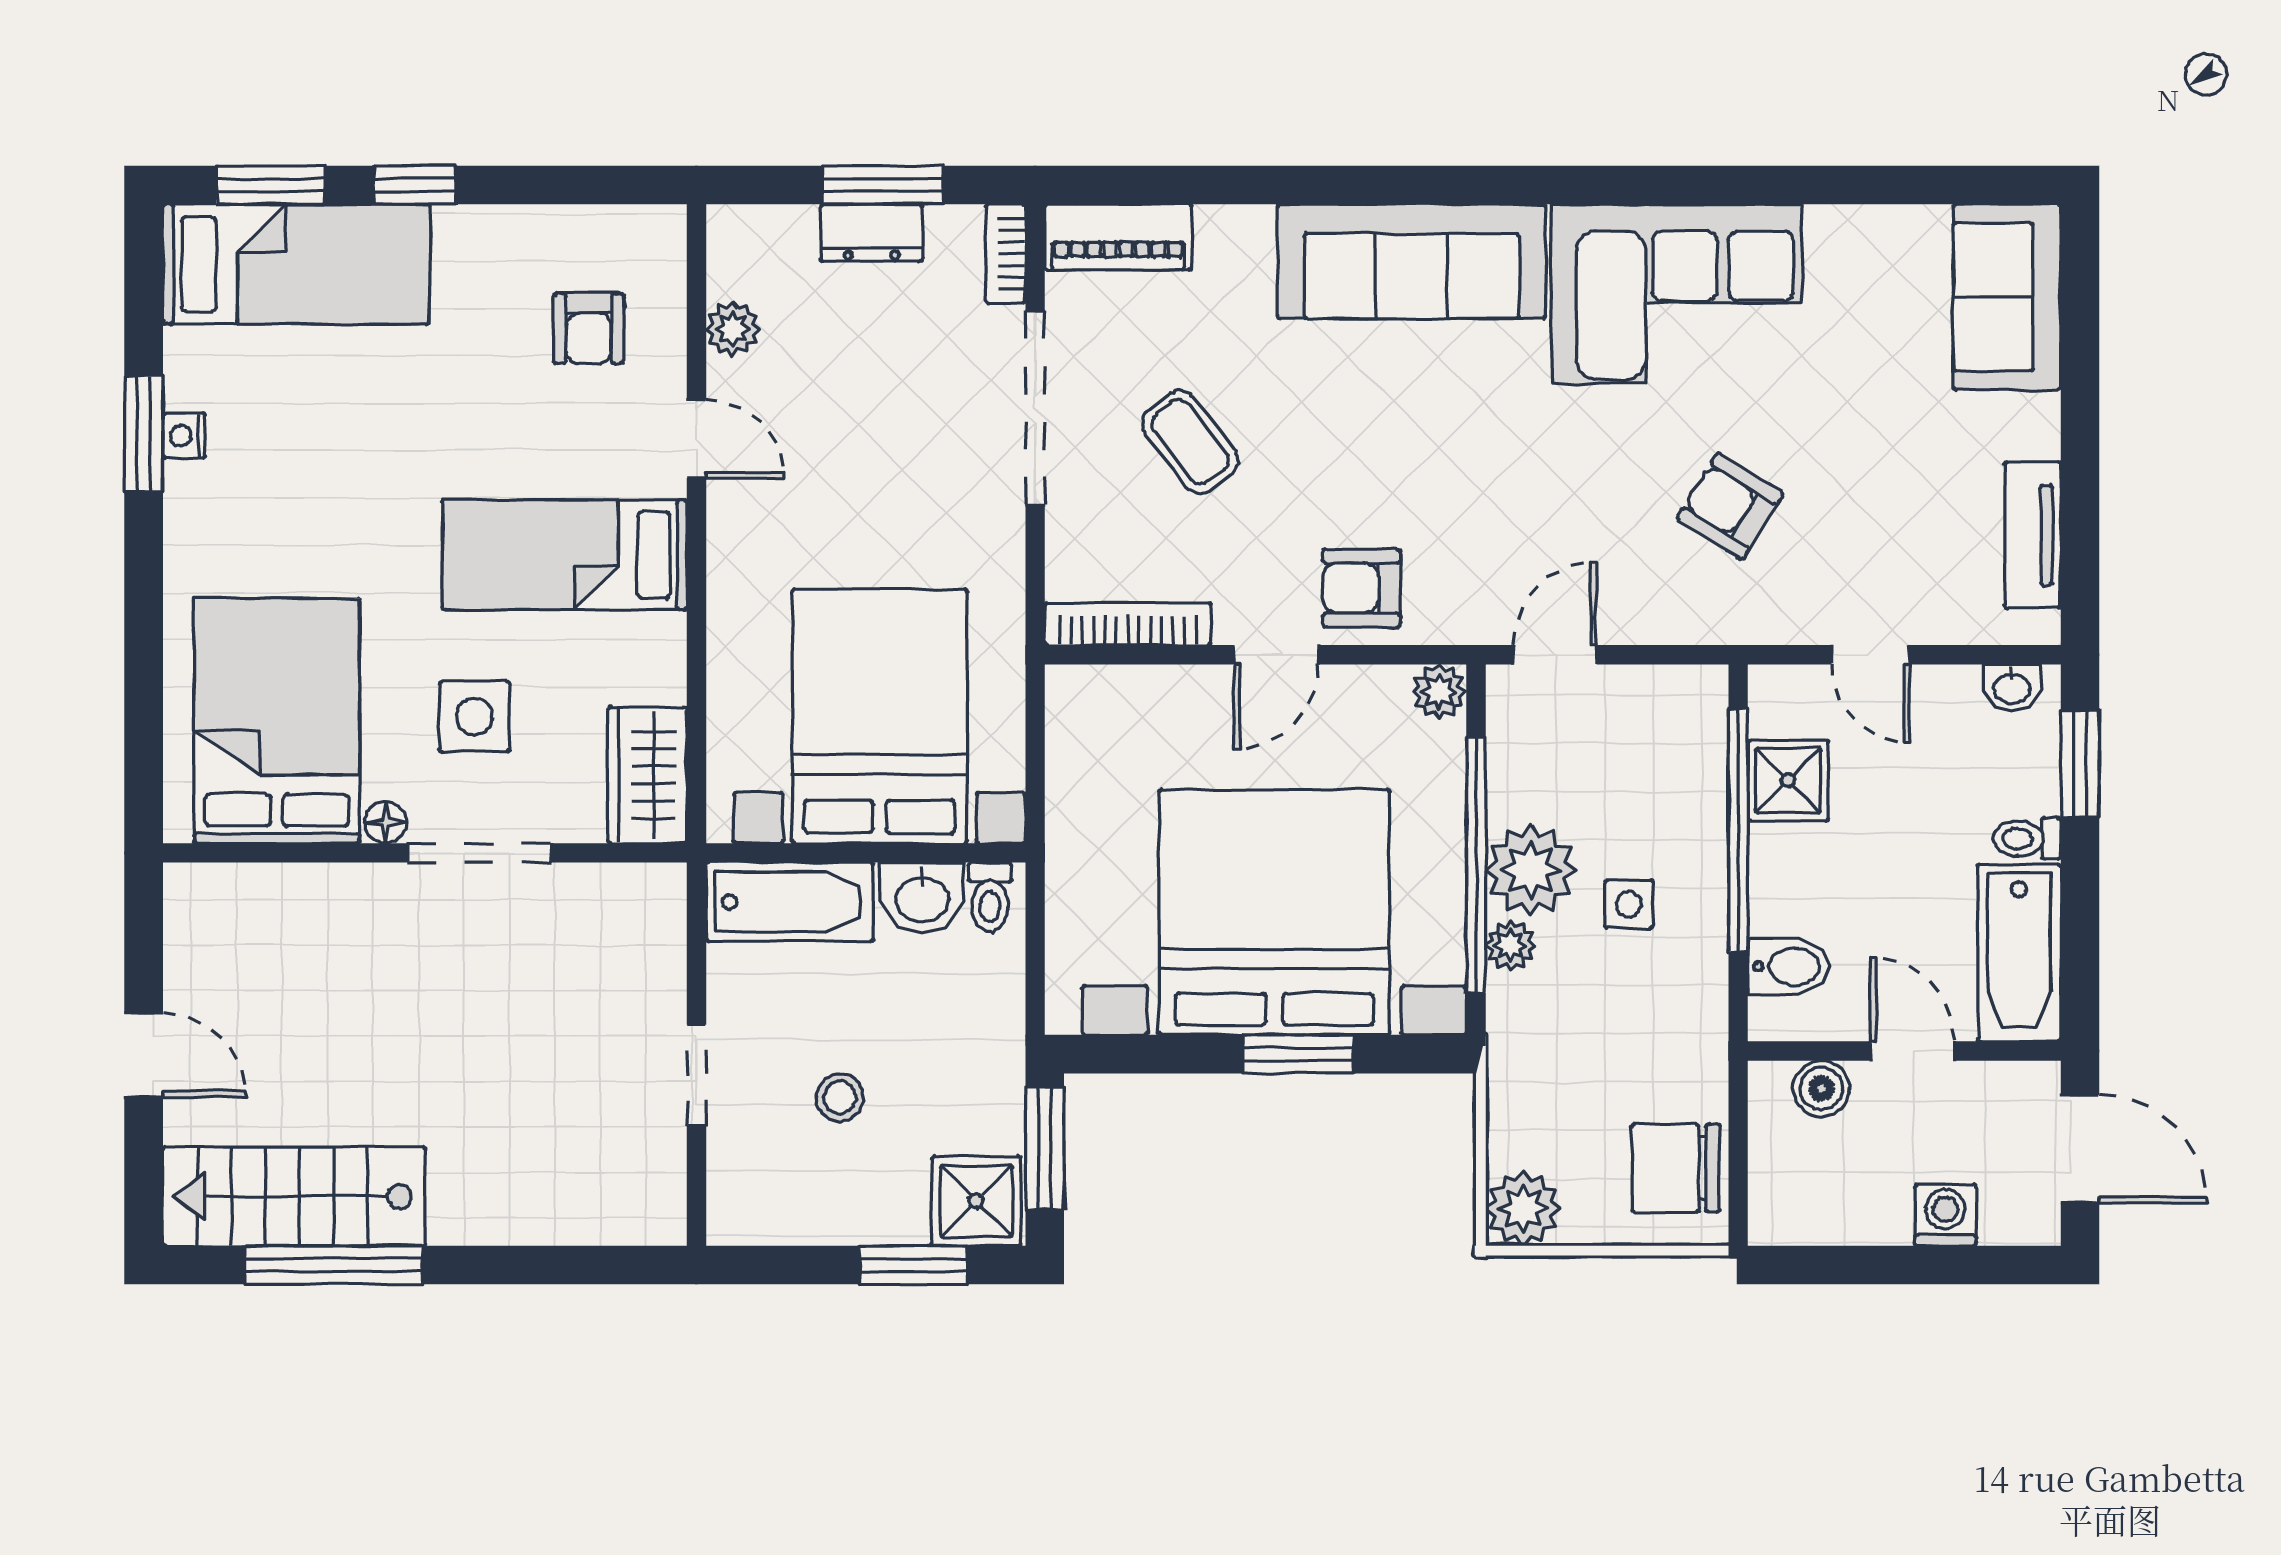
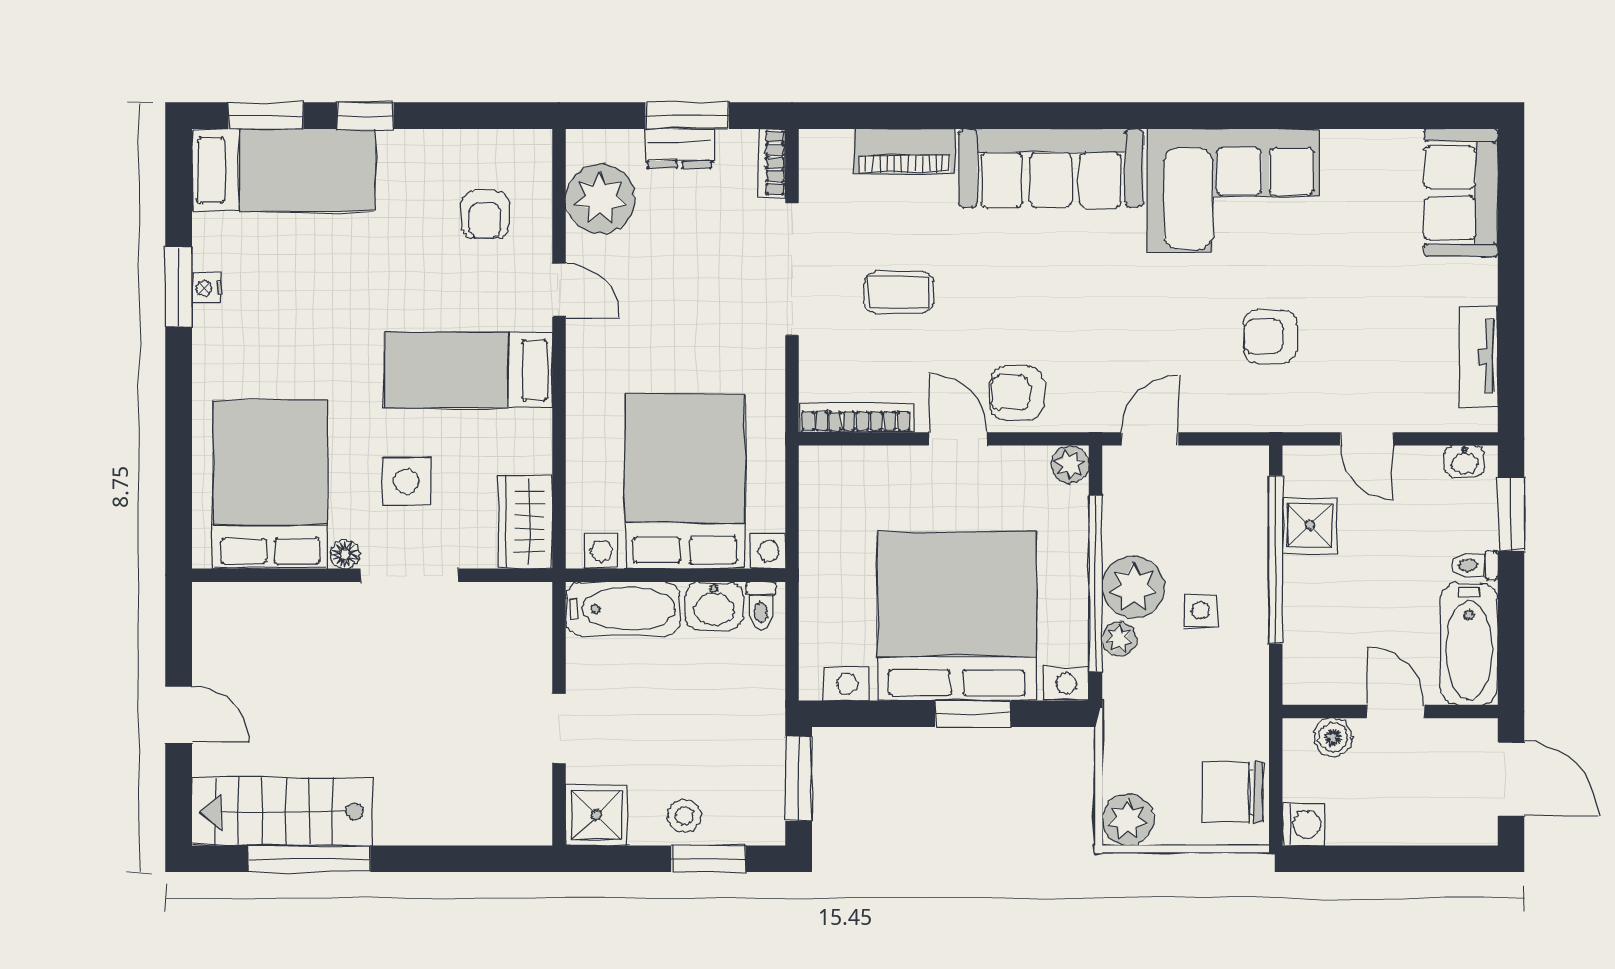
piano: (1118, 237) -> (905, 151), moved
plant: (733, 329) -> (600, 198), width x1.87, depth x1.87
coffee table: (1190, 442) -> (899, 292), turned -52
armchair: (1730, 506) -> (1270, 337), turned -32
door: (1276, 655) -> (958, 439), swing flipped
bidet: (1789, 966) -> (1310, 653), removed
stool: (840, 1097) -> (684, 816), moved
shower: (976, 1201) -> (596, 815), moved
washing machine: (1946, 1215) -> (1303, 825), moved, turned 90

